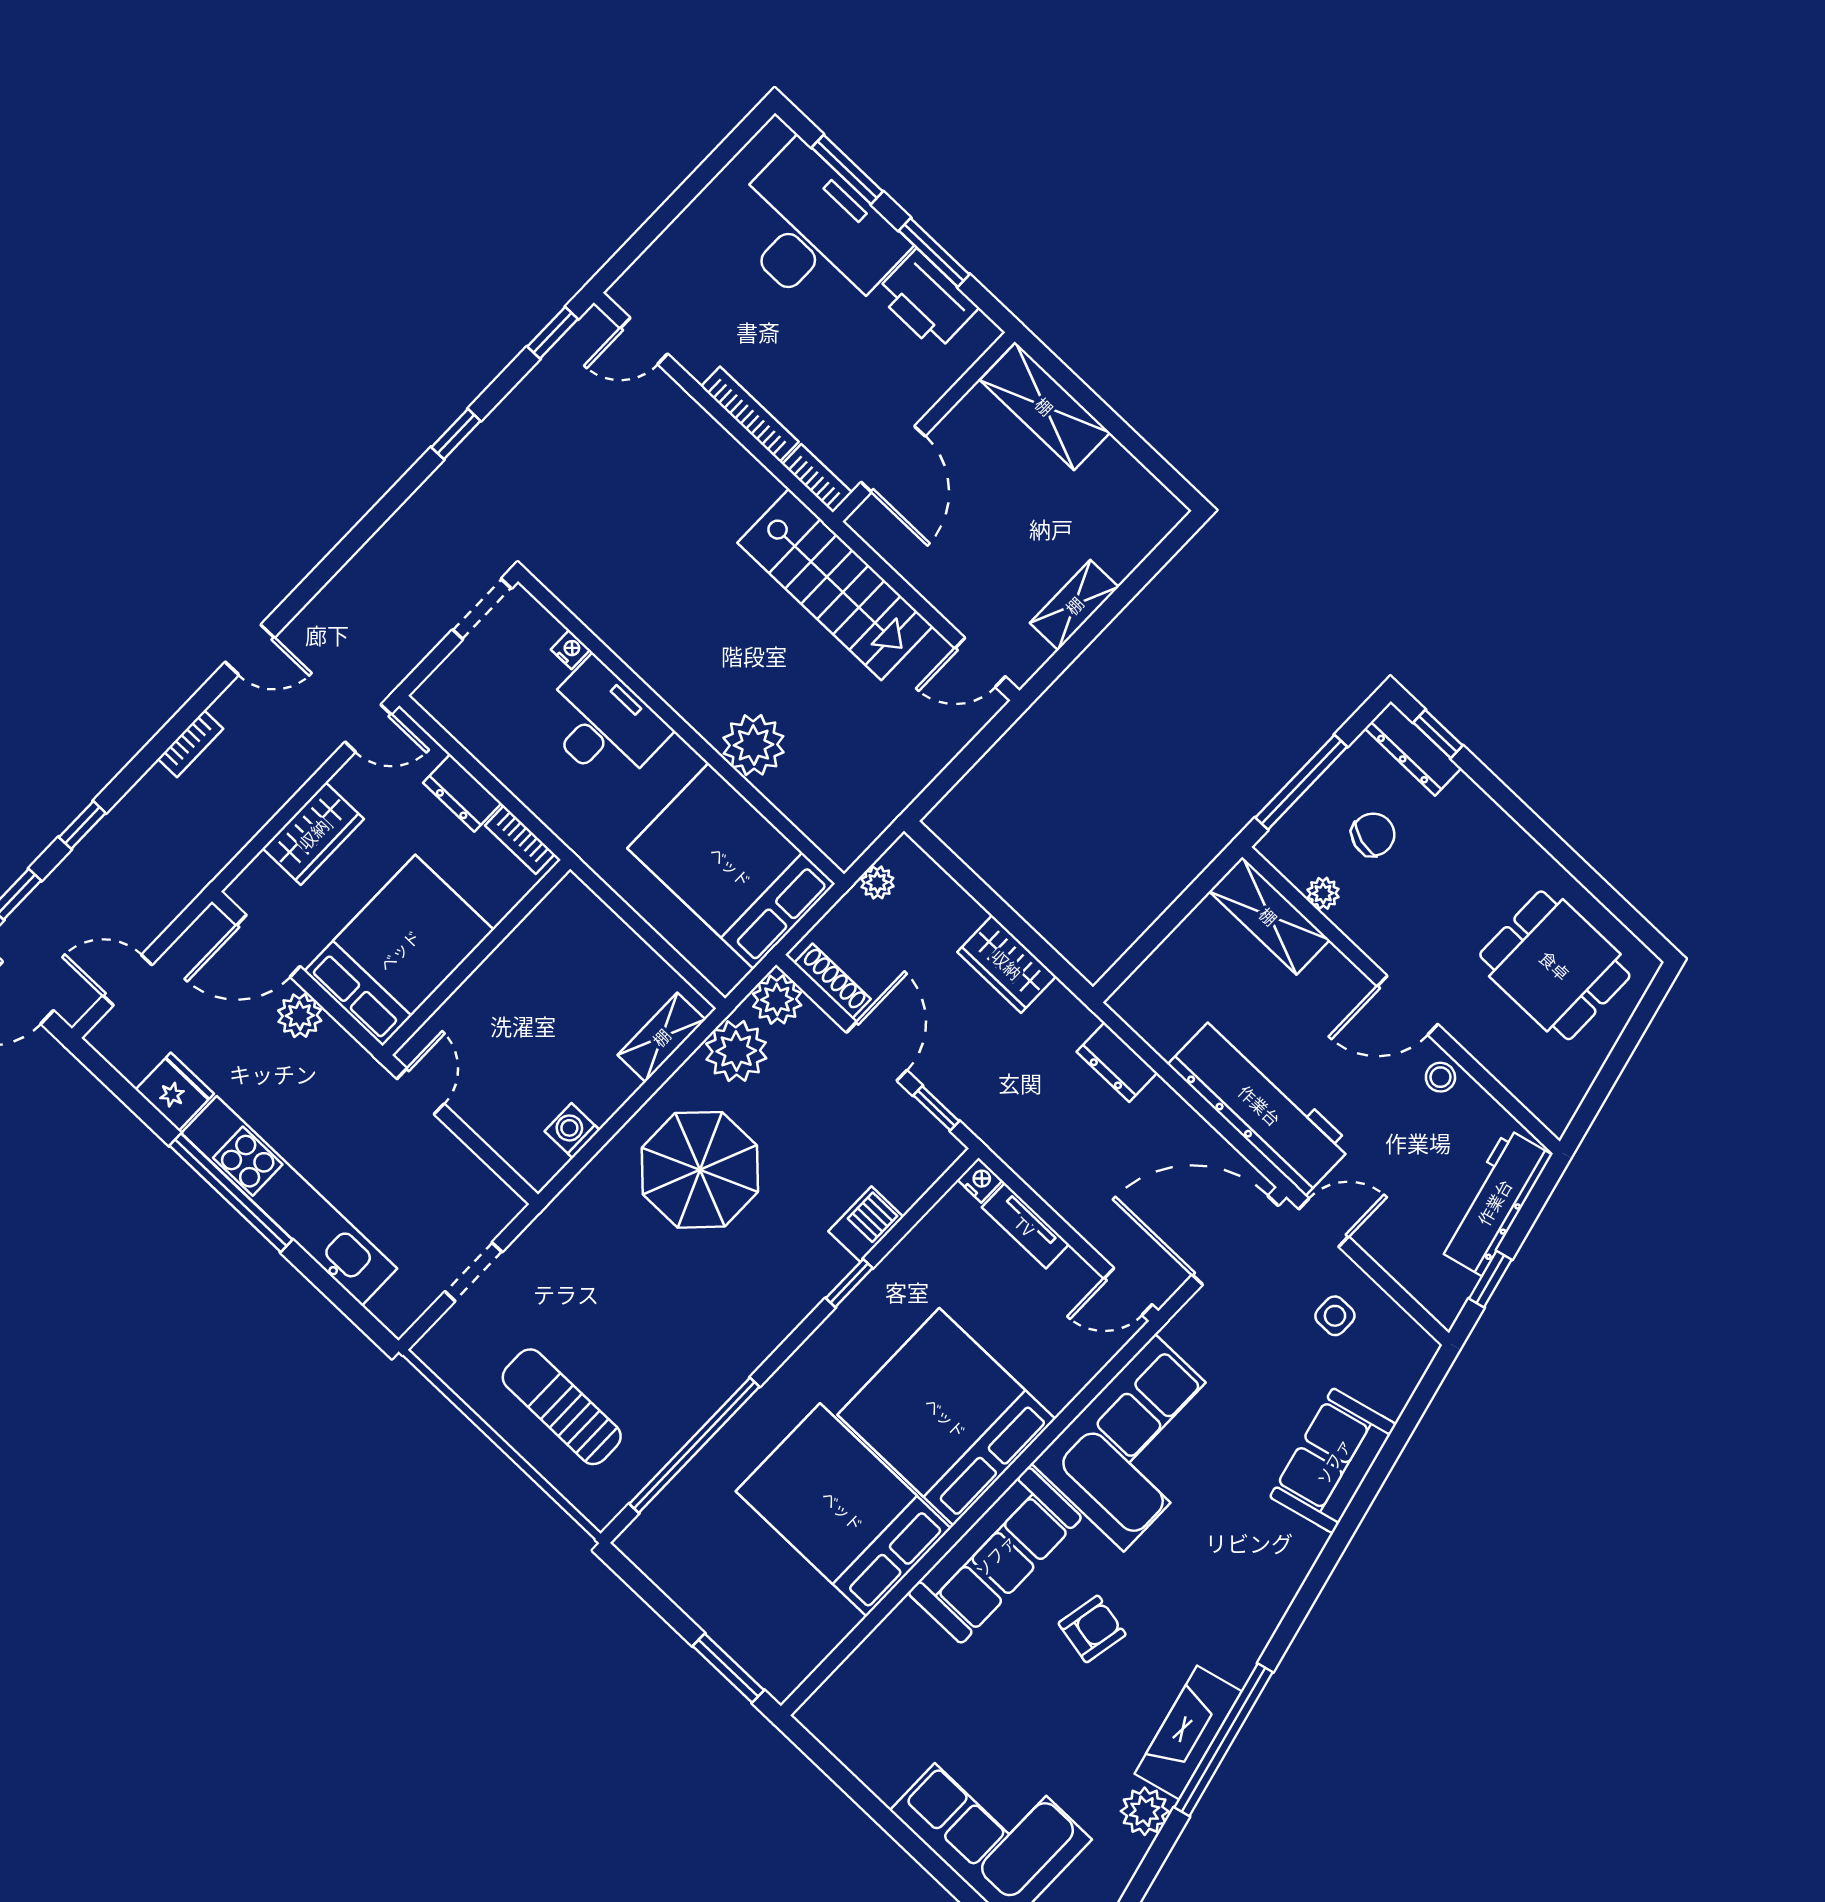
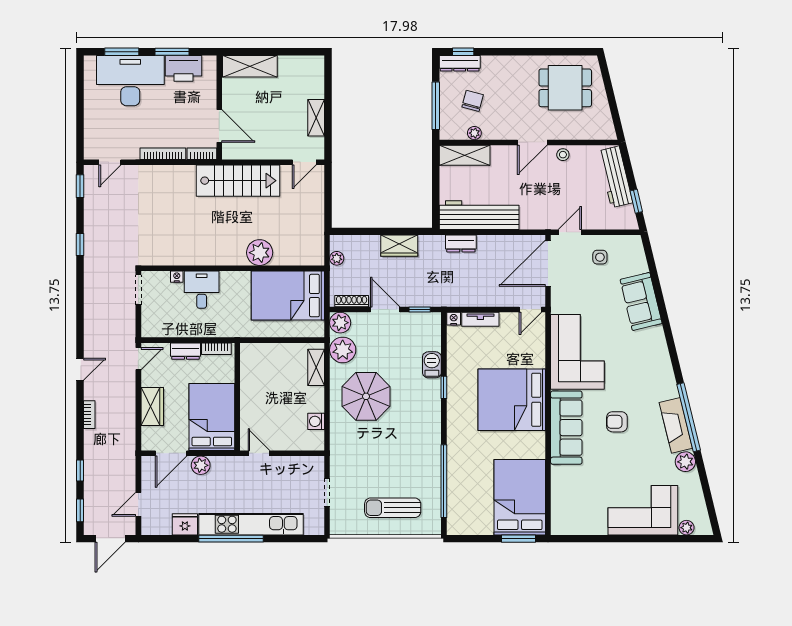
desk: (603, 724) -> (202, 290), width x0.73
workbench: (1260, 1105) -> (479, 215), moved
bed: (843, 1510) -> (520, 497), moved, turned 90
armchair: (1092, 1629) -> (617, 422), turned -101

